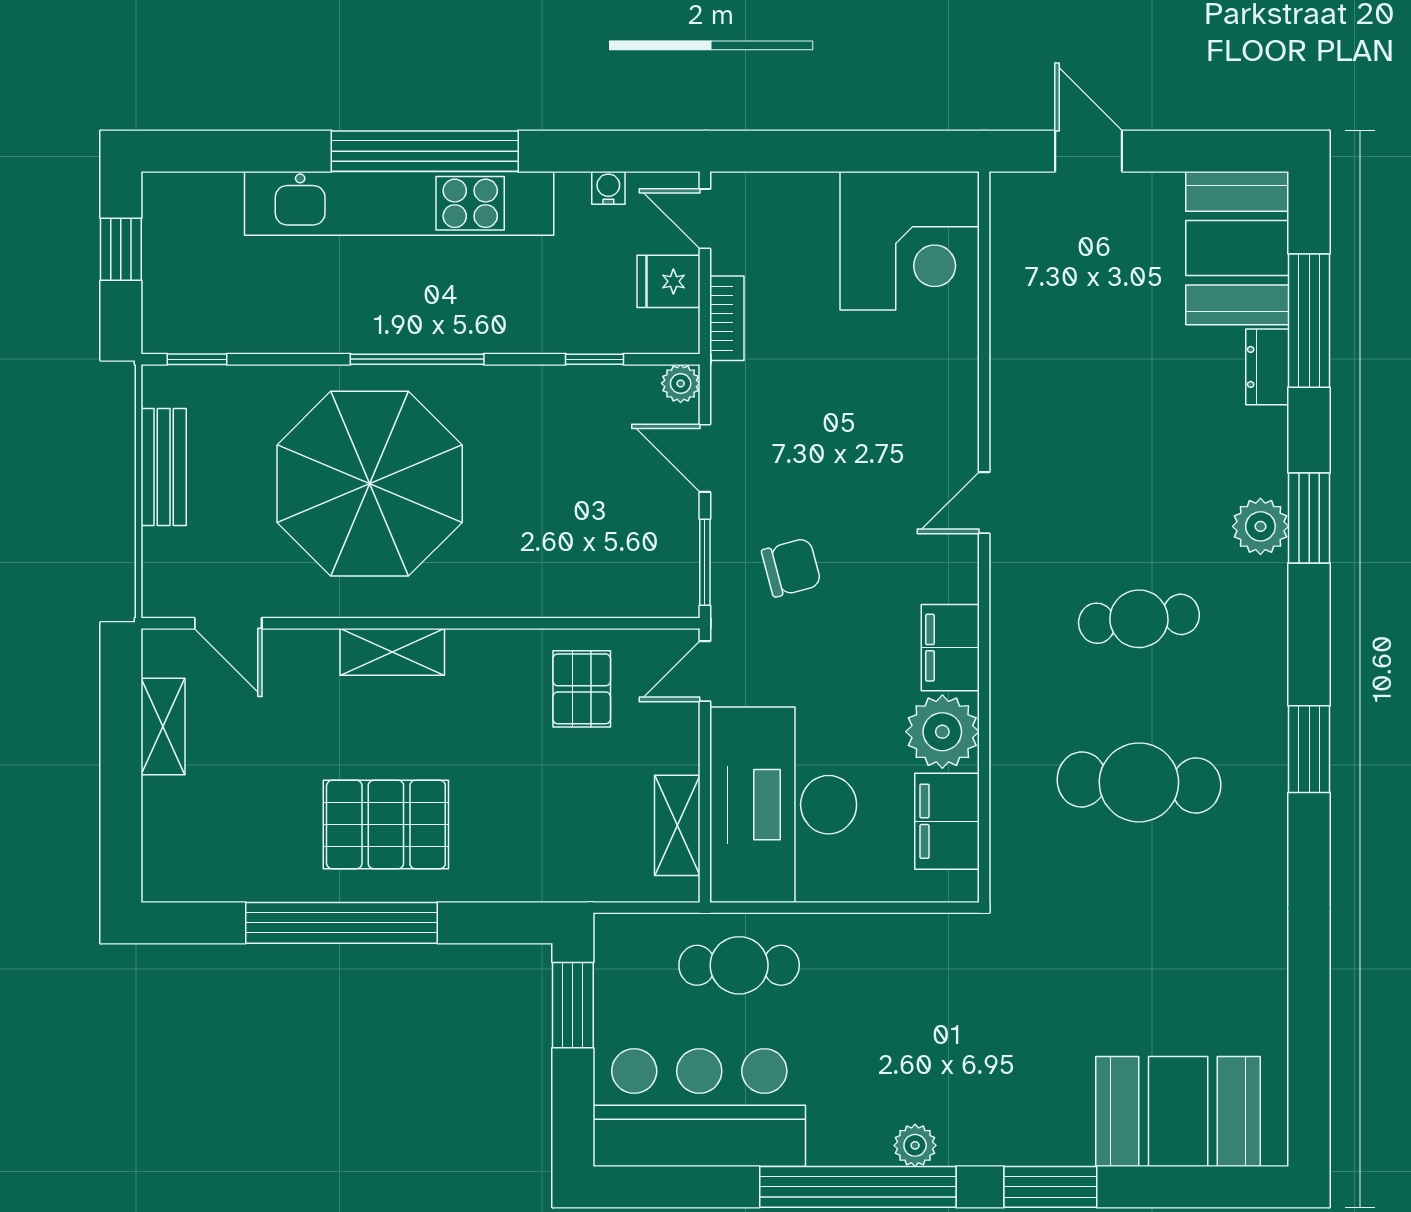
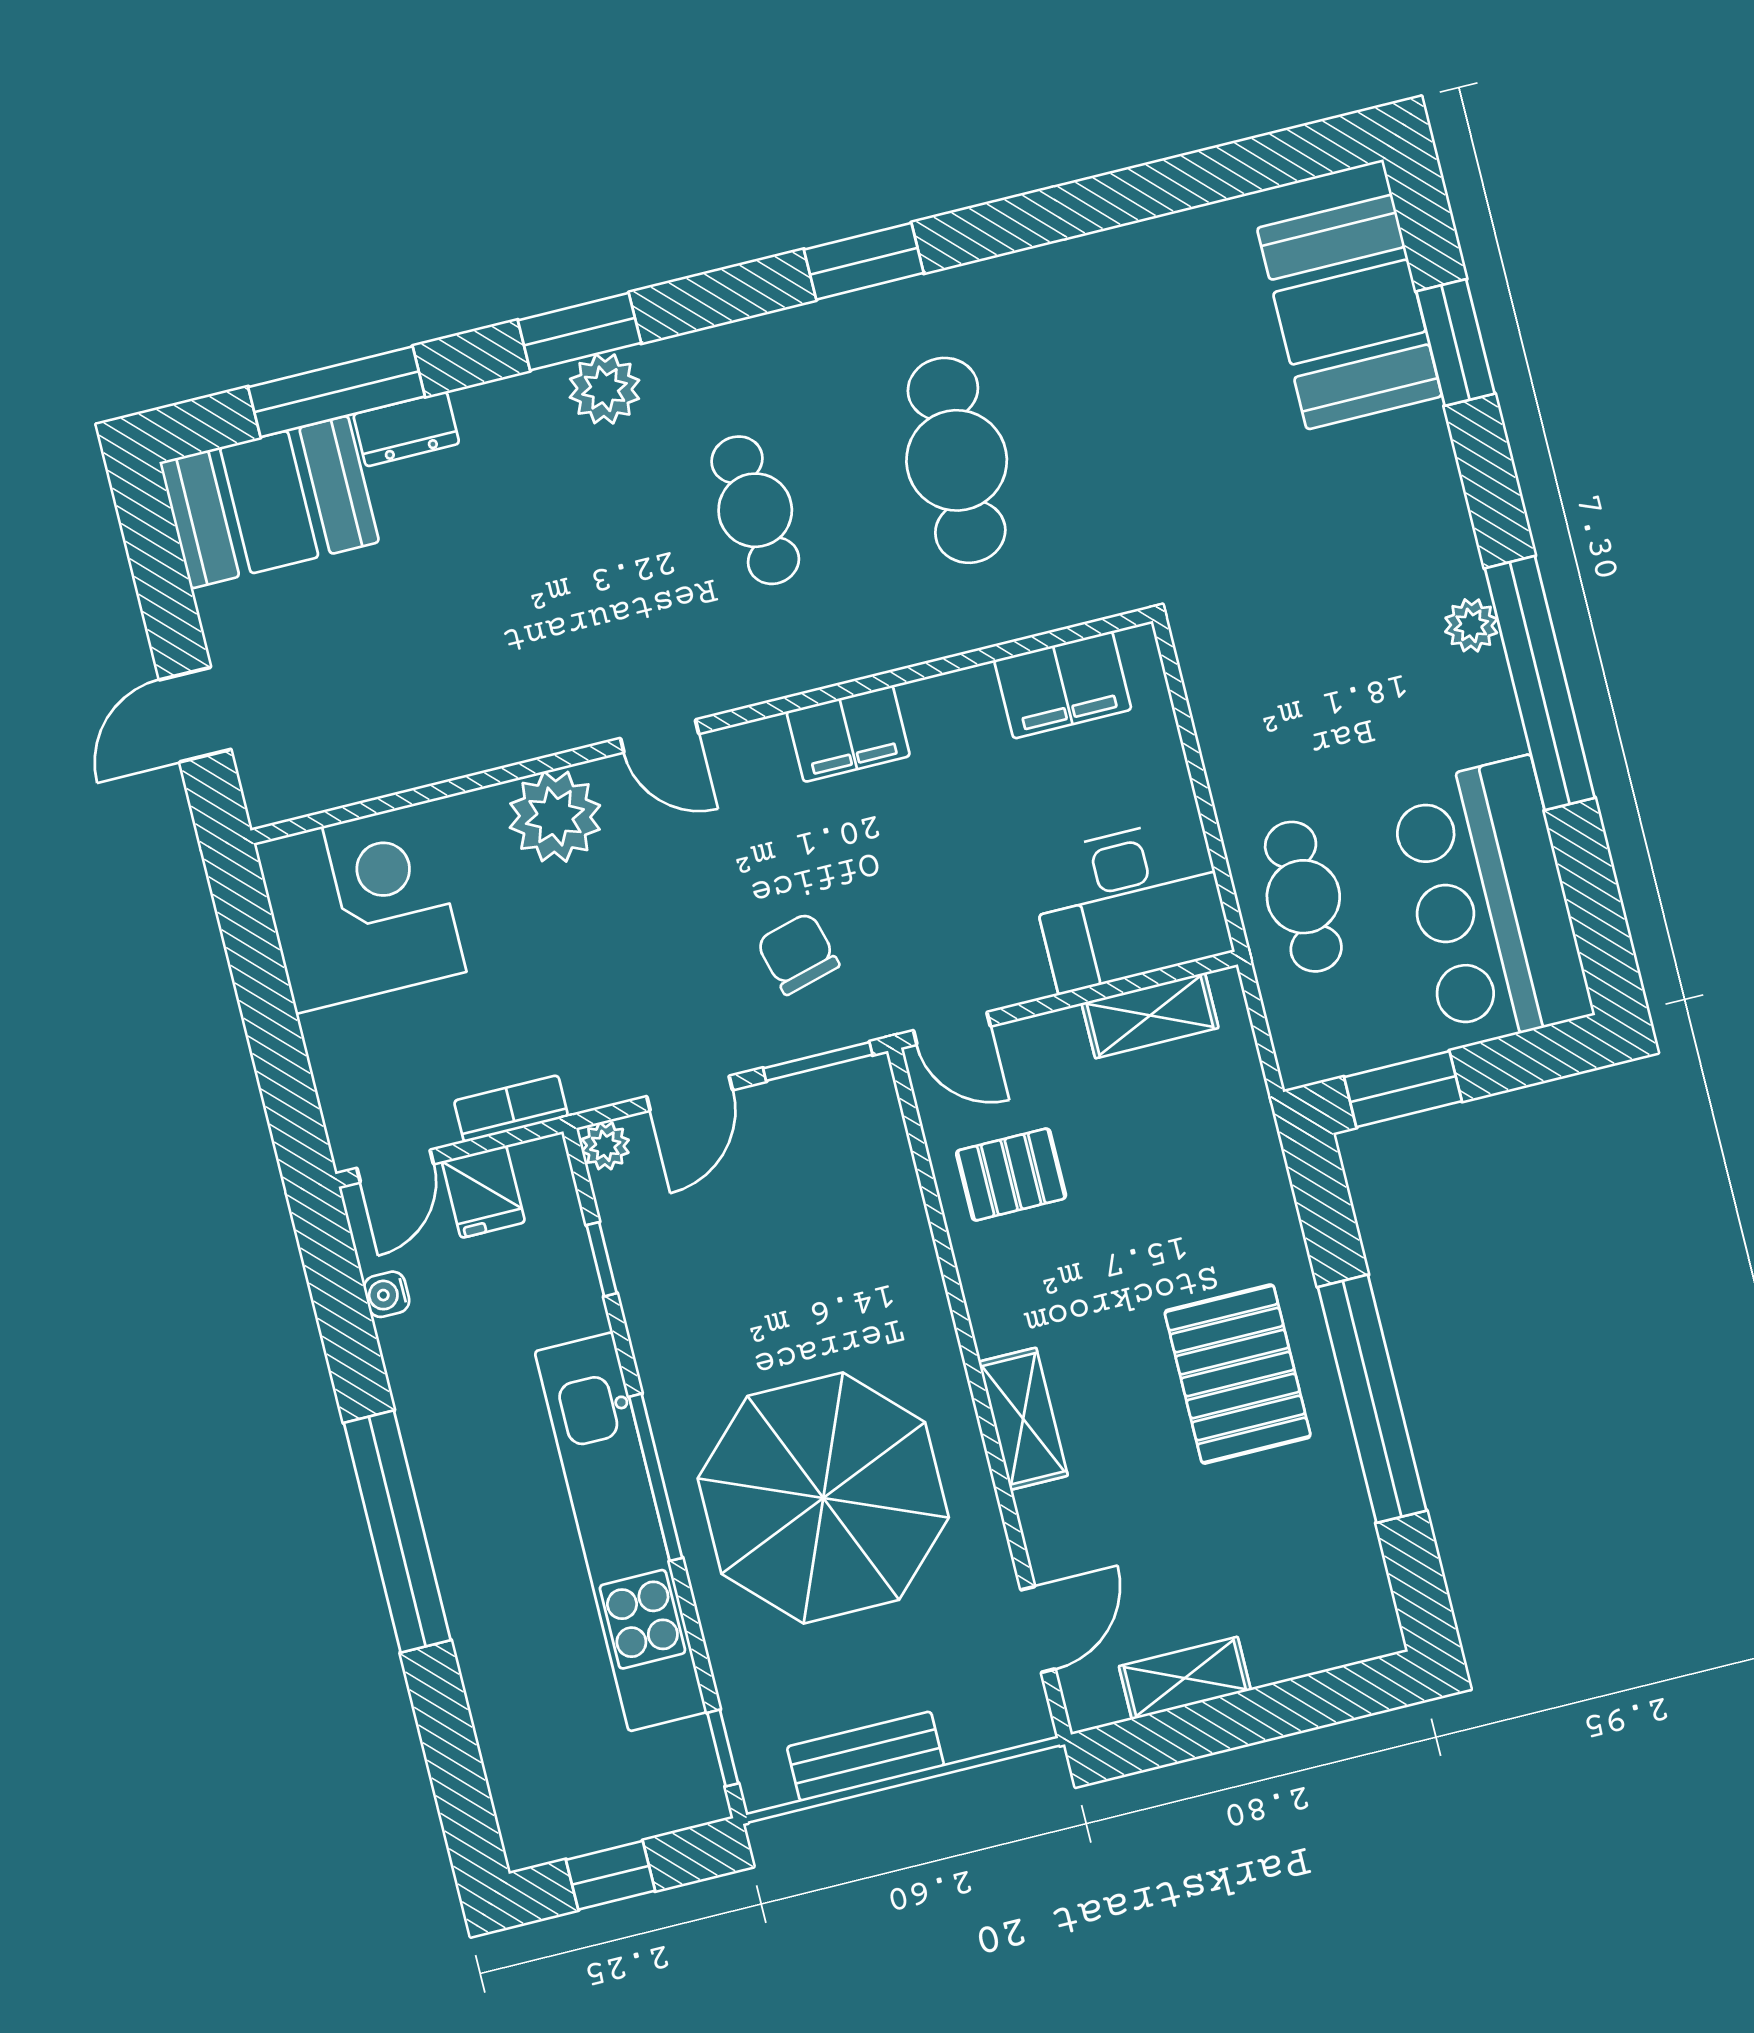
kitchen unit: (399, 203) -> (621, 1532), moved, turned 180
plant: (942, 732) -> (555, 817), moved
desk: (783, 805) -> (1130, 904), width x0.73, depth x0.77
window: (1050, 1187) -> (1455, 342), moved

